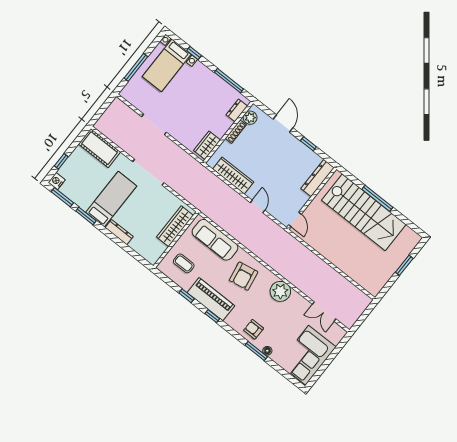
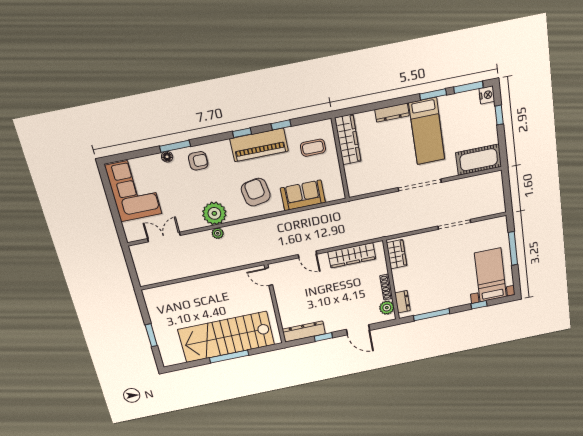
dresser: (318, 178) -> (304, 332), moved, turned -90
wardrobe: (175, 226) -> (348, 140), moved
sofa: (215, 240) -> (303, 195), width x0.73
plant: (292, 278) -> (218, 233), added

